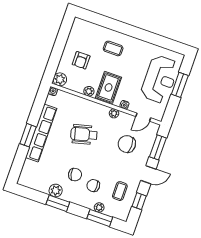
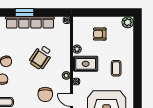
coffee table: (113, 48) -> (116, 68), moved
plant: (60, 79) -> (128, 22), moved
wheelchair: (84, 134) -> (41, 57), turned -132
chair: (127, 144) -> (45, 94), turned 180

